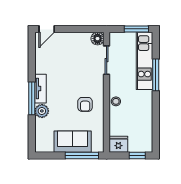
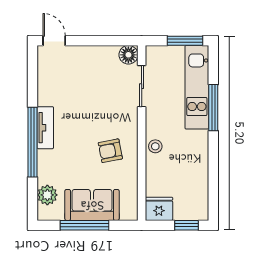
door: (47, 29) -> (54, 41), swing flipped
window: (32, 98) -> (33, 142), width x1.46
armchair: (85, 104) -> (110, 151), turned 79
plant: (42, 111) -> (47, 195), moved
window: (82, 155) -> (84, 225), moved

